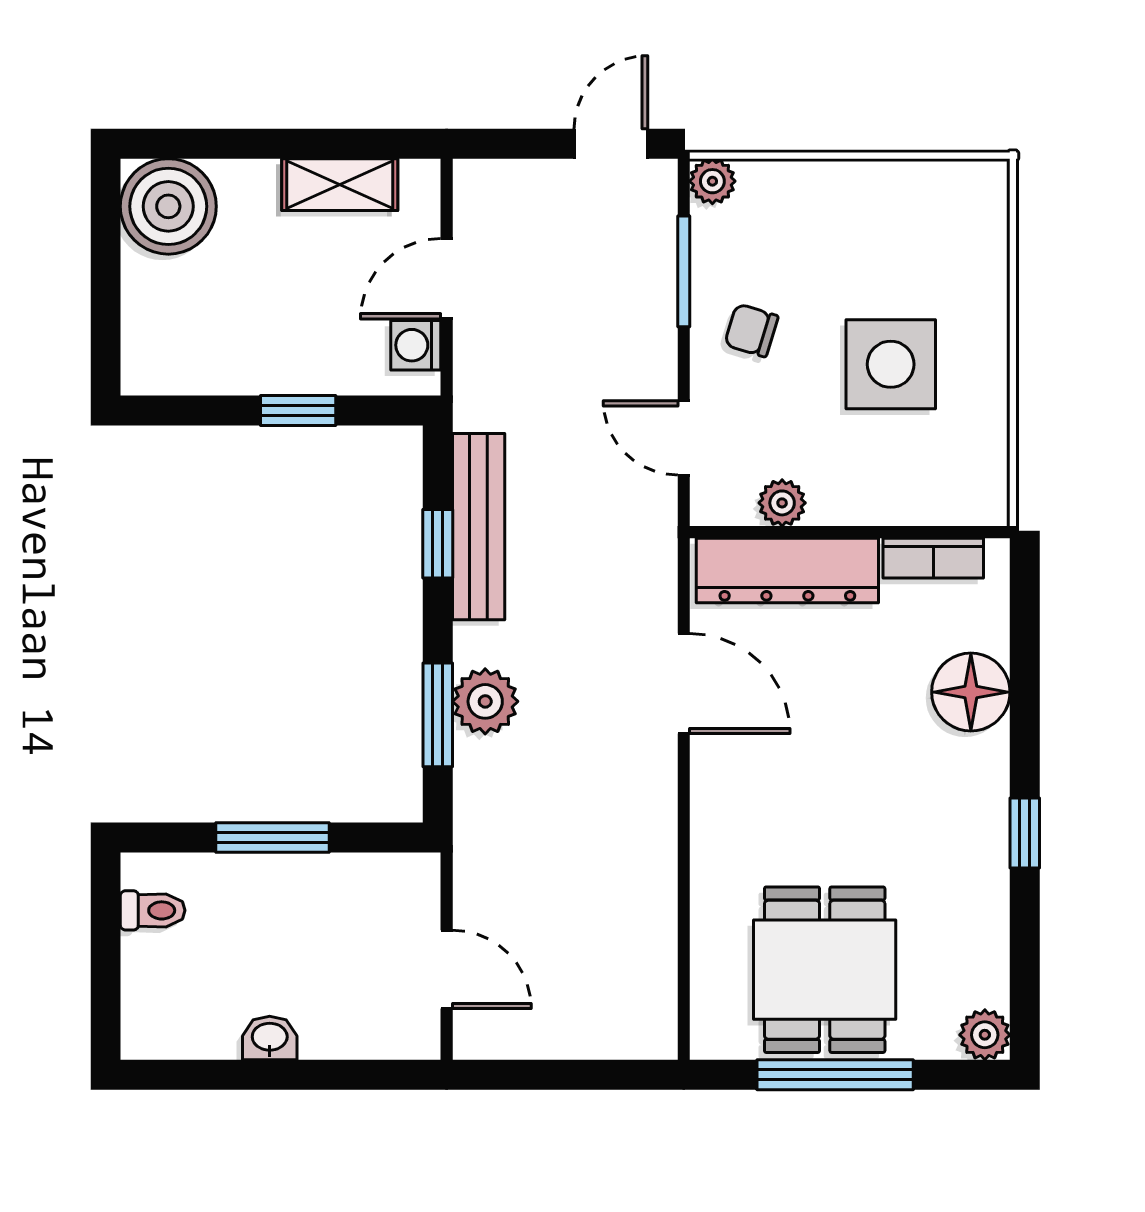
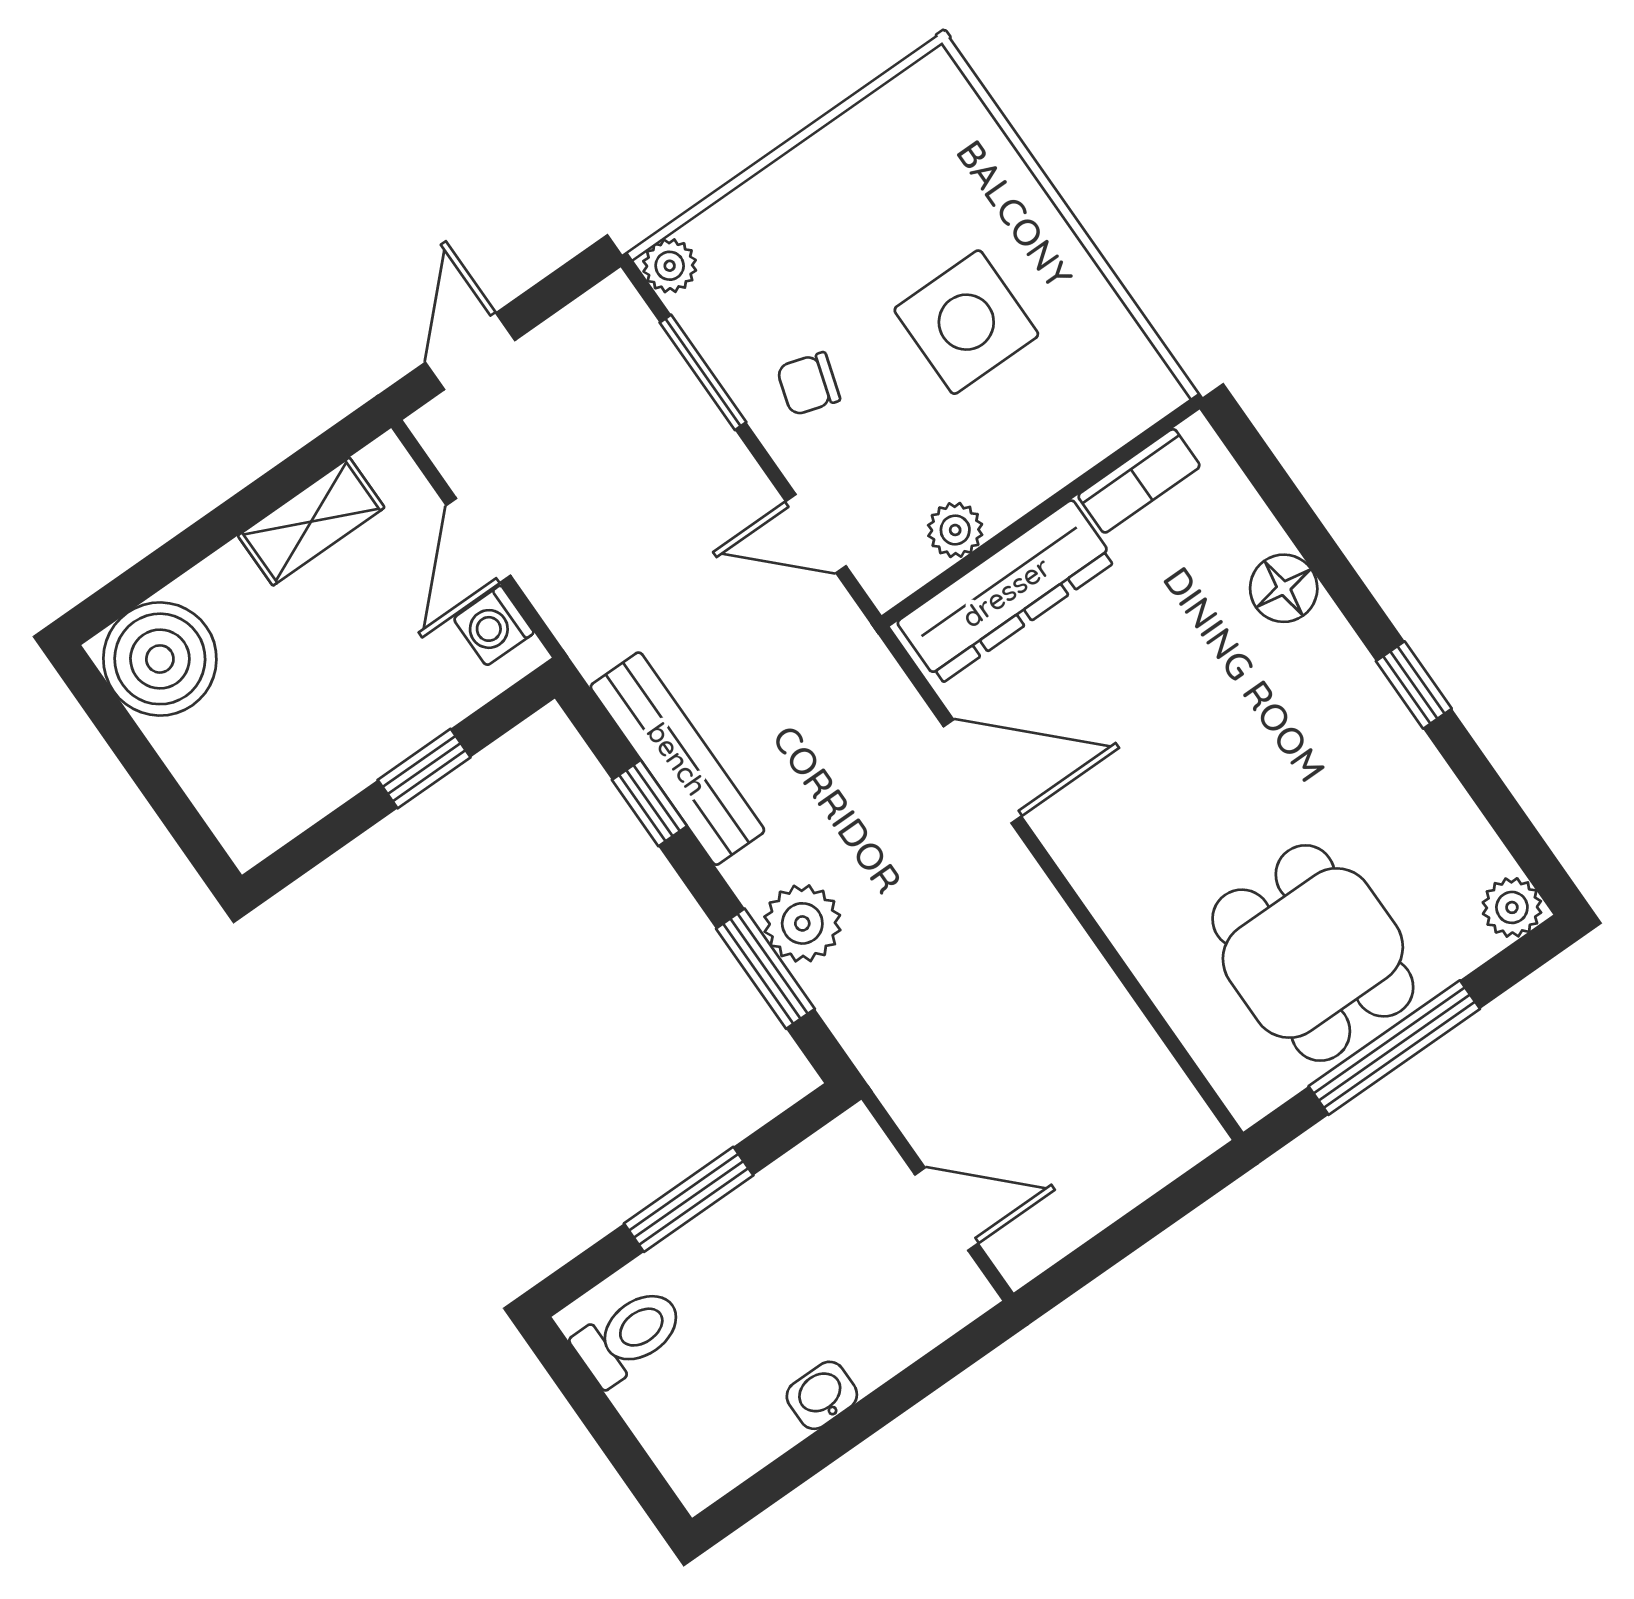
door: (611, 144) -> (470, 351), moved
floor lamp: (971, 692) -> (1284, 588), width x0.73, depth x0.73
toilet: (153, 910) -> (629, 1336), width x1.37, depth x1.39

